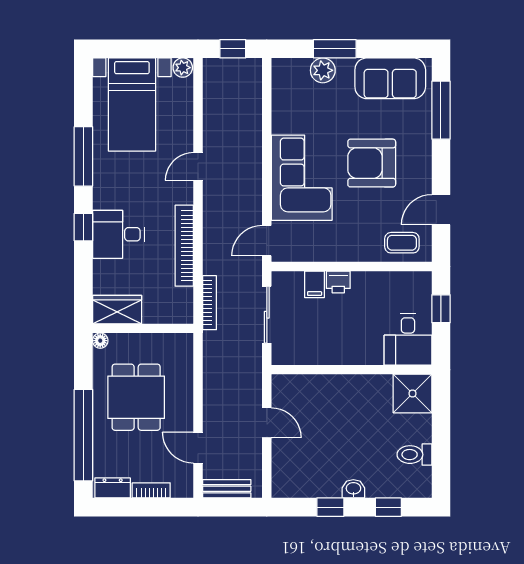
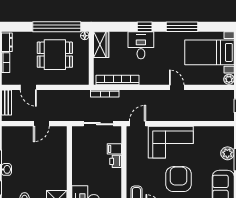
door: (267, 241) -> (138, 124), hinge flipped
bookcase: (184, 246) -> (118, 80), moved
window: (83, 435) -> (57, 27), moved
door: (198, 448) -> (28, 87), swing flipped

